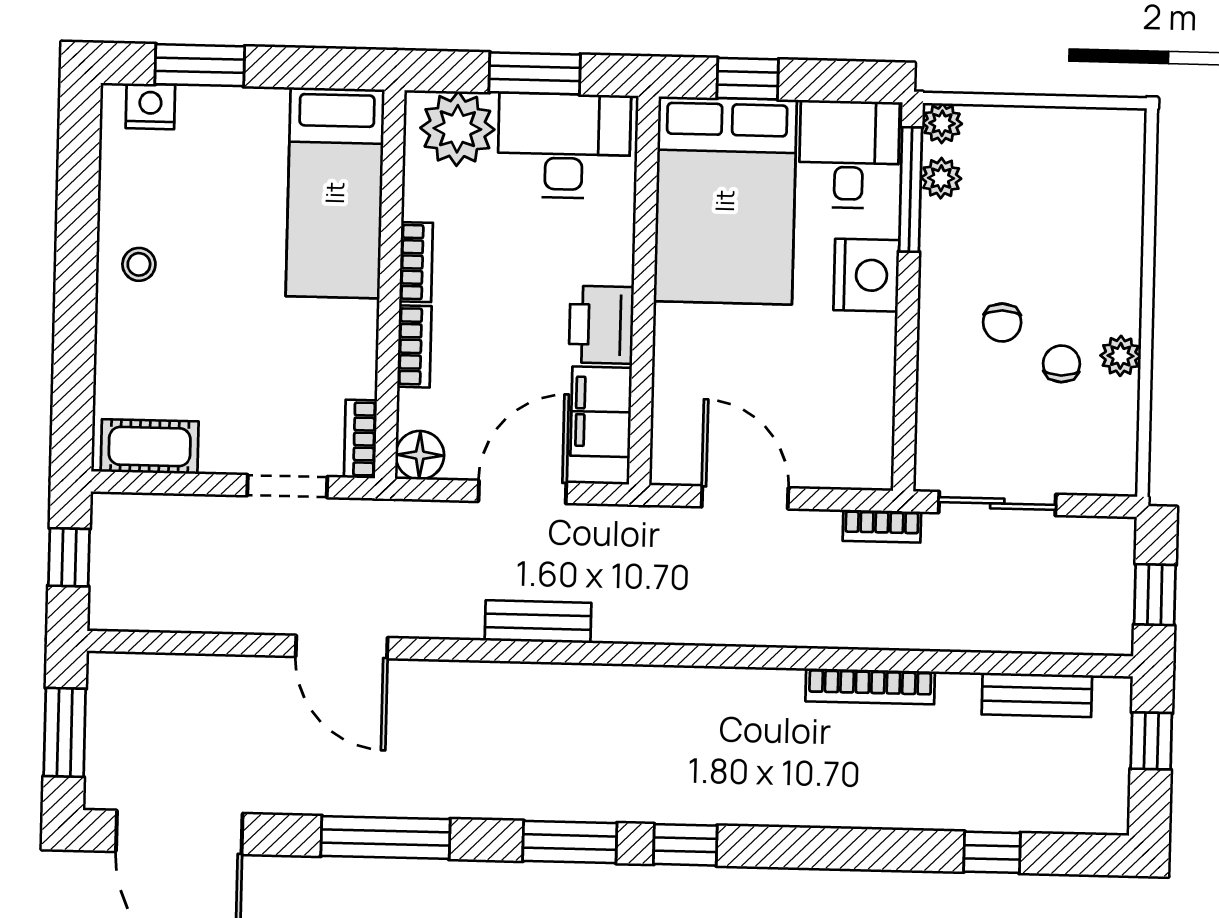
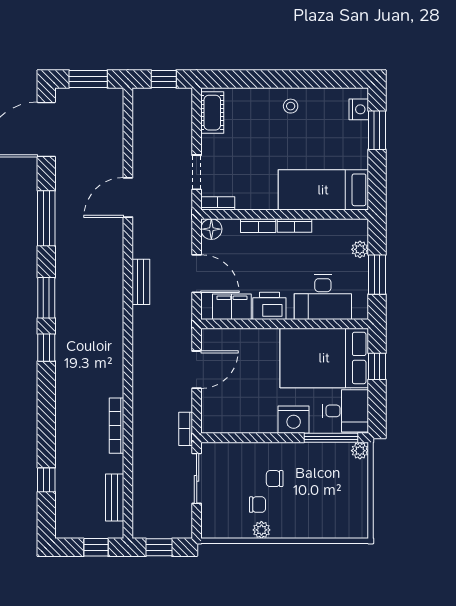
plant: (457, 129) -> (360, 249), width x0.53, depth x0.53
desk: (564, 146) -> (323, 297), moved, turned 90
plant: (941, 178) -> (336, 451), removed

